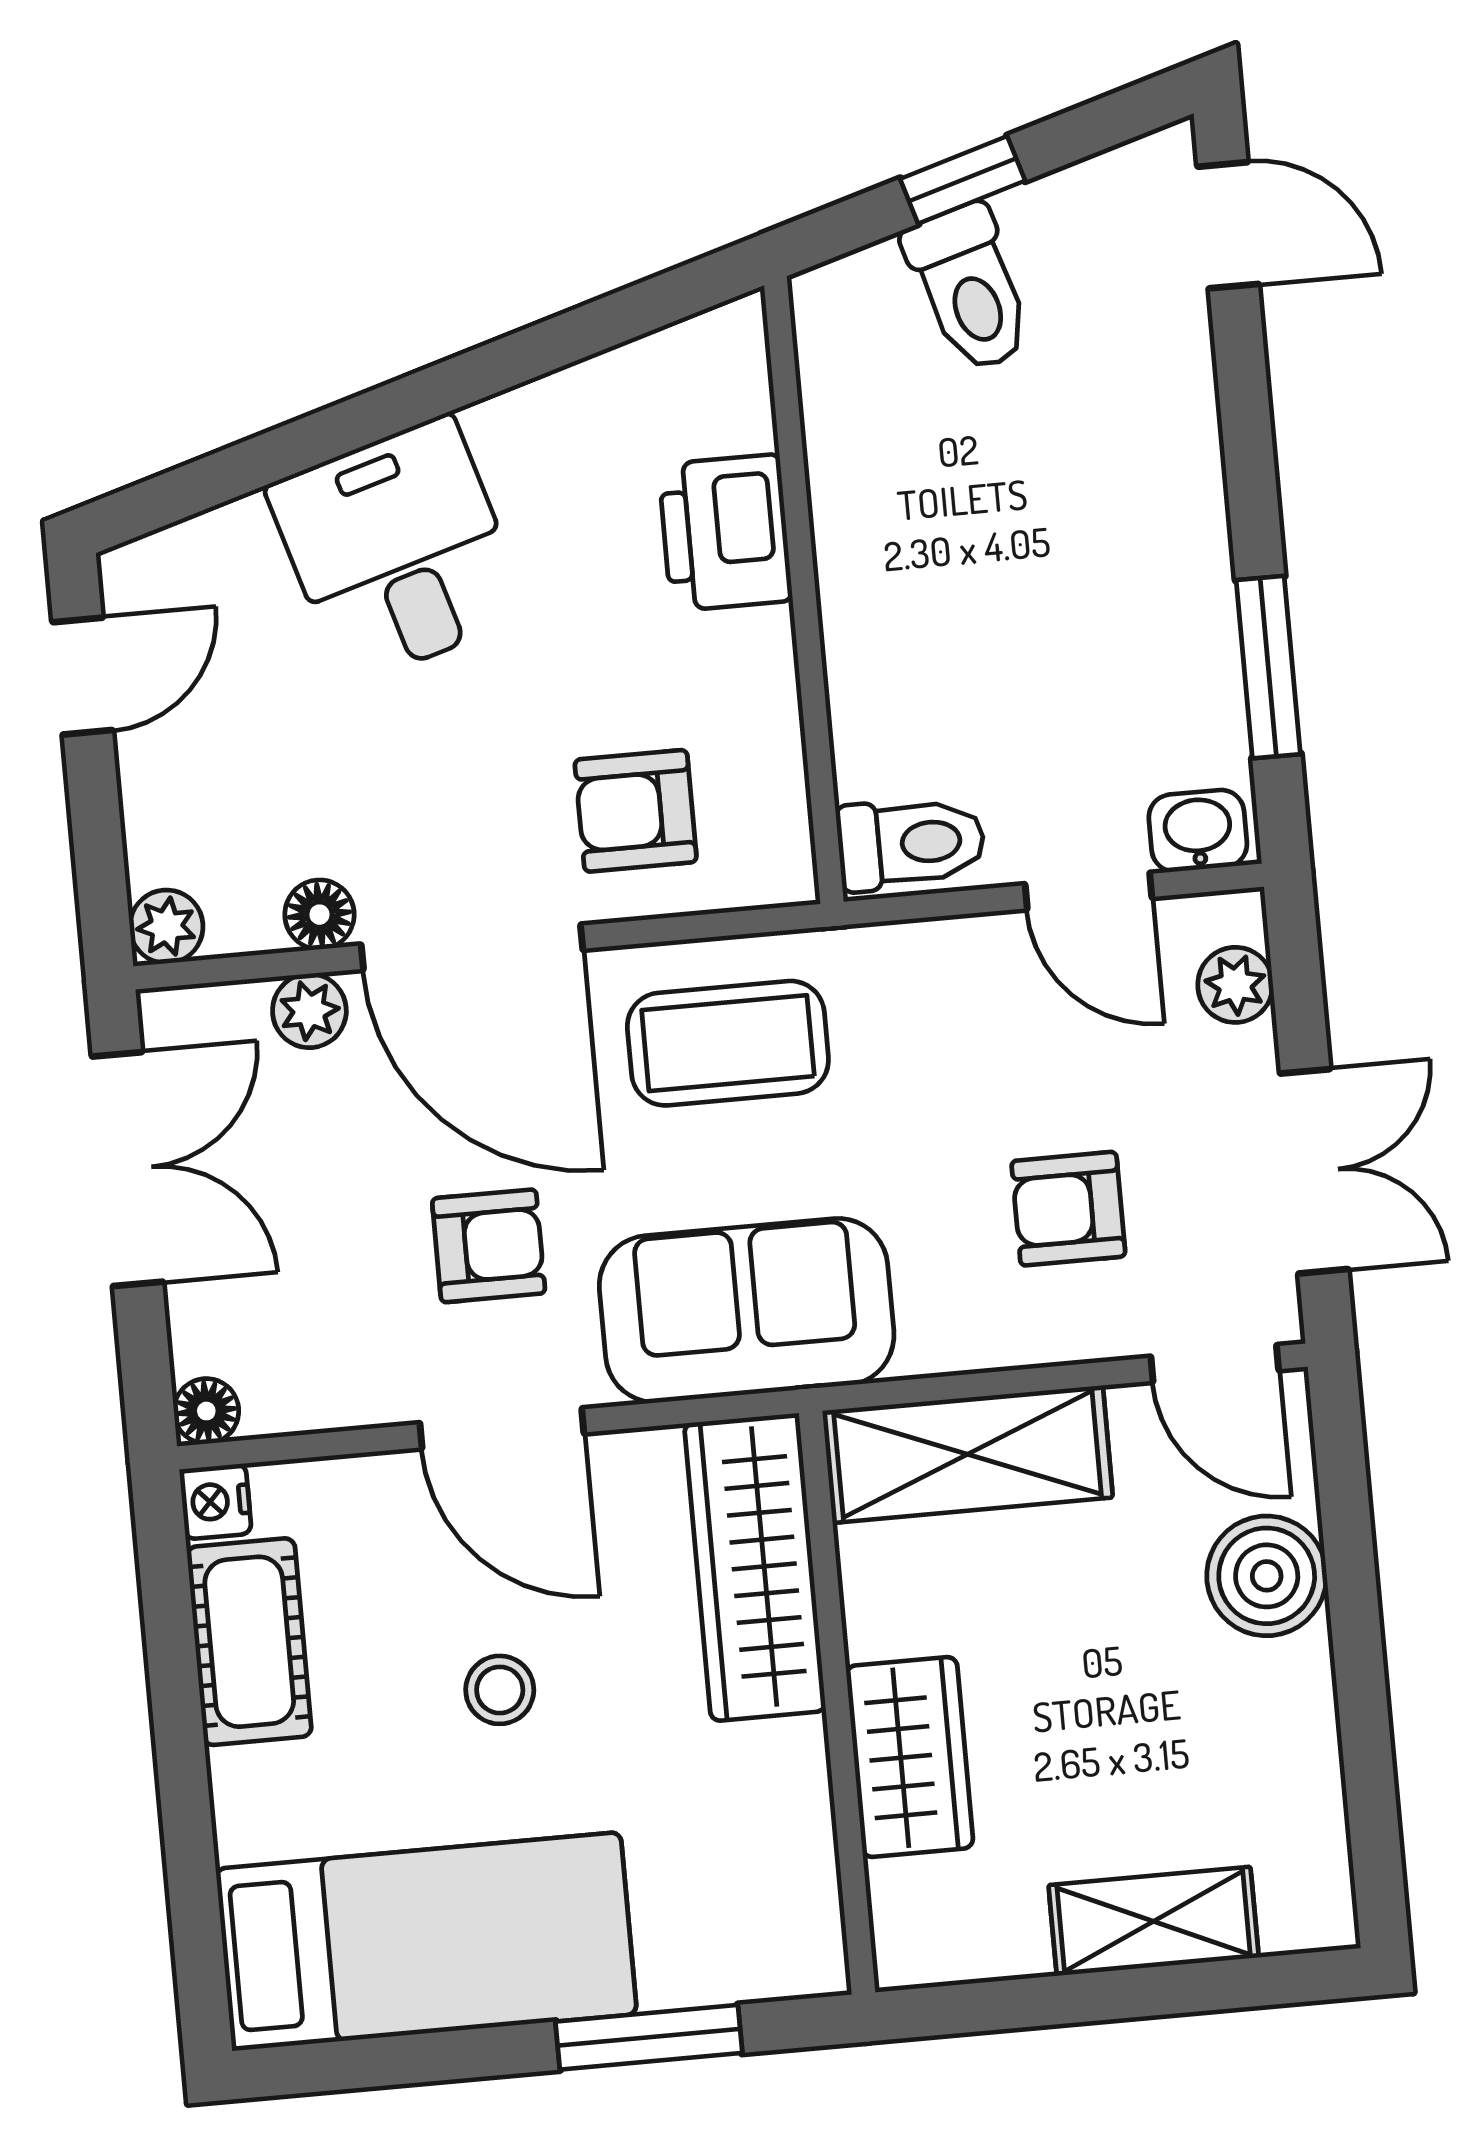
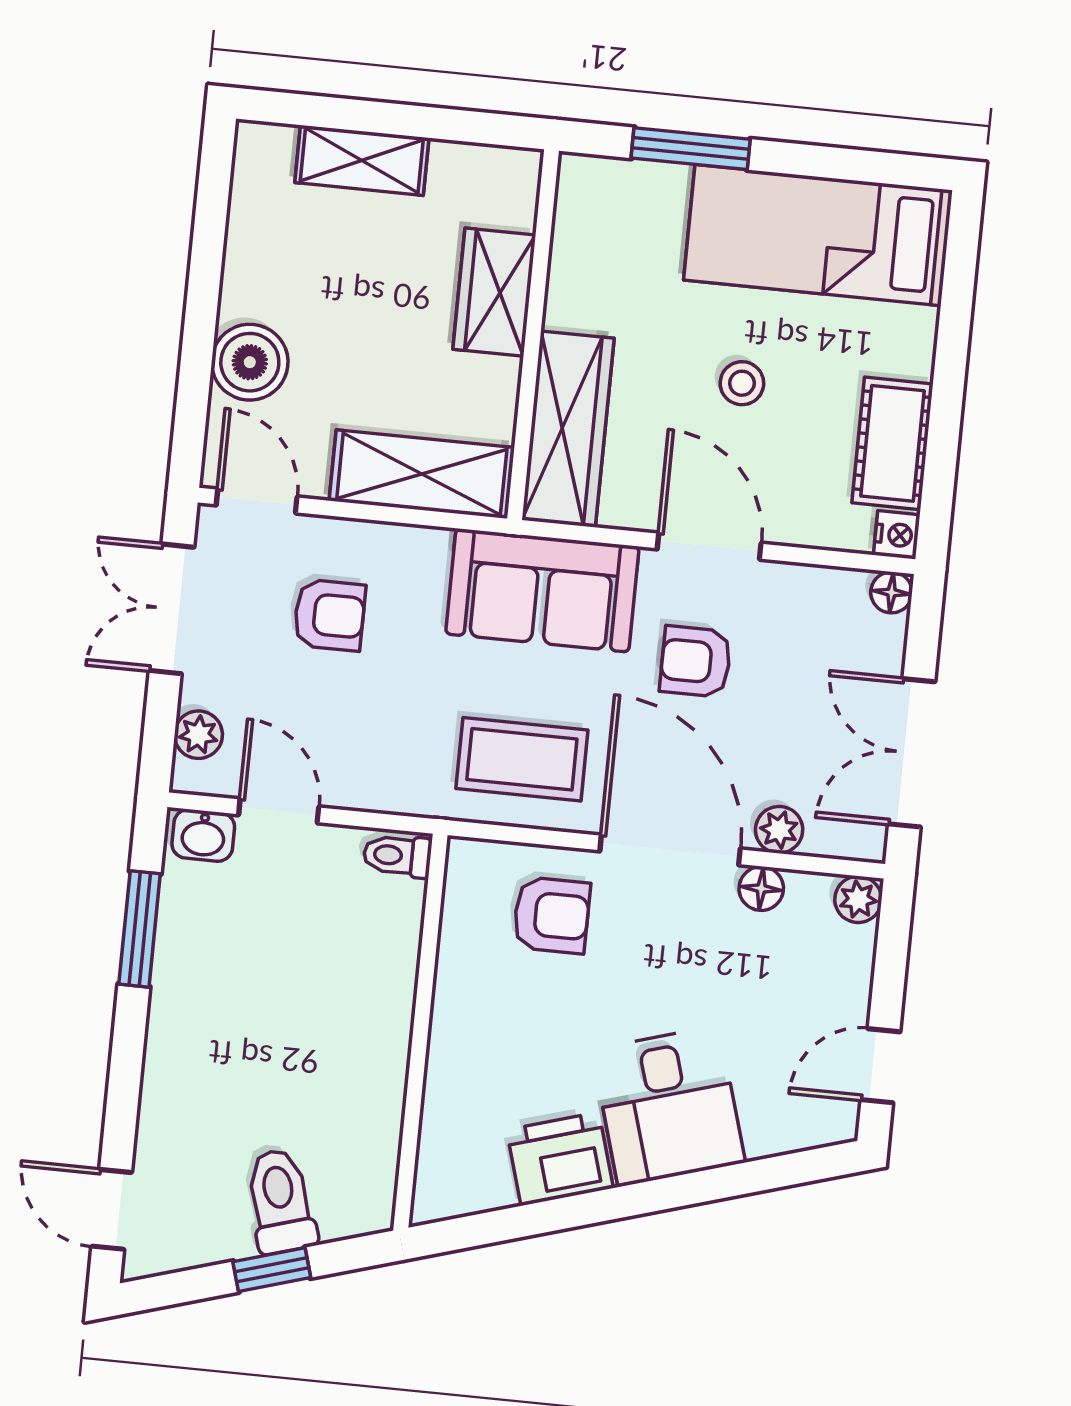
printer: (725, 533) -> (560, 1159), moved, turned -107
toilet: (911, 843) -> (397, 856), width x0.73, depth x0.72

